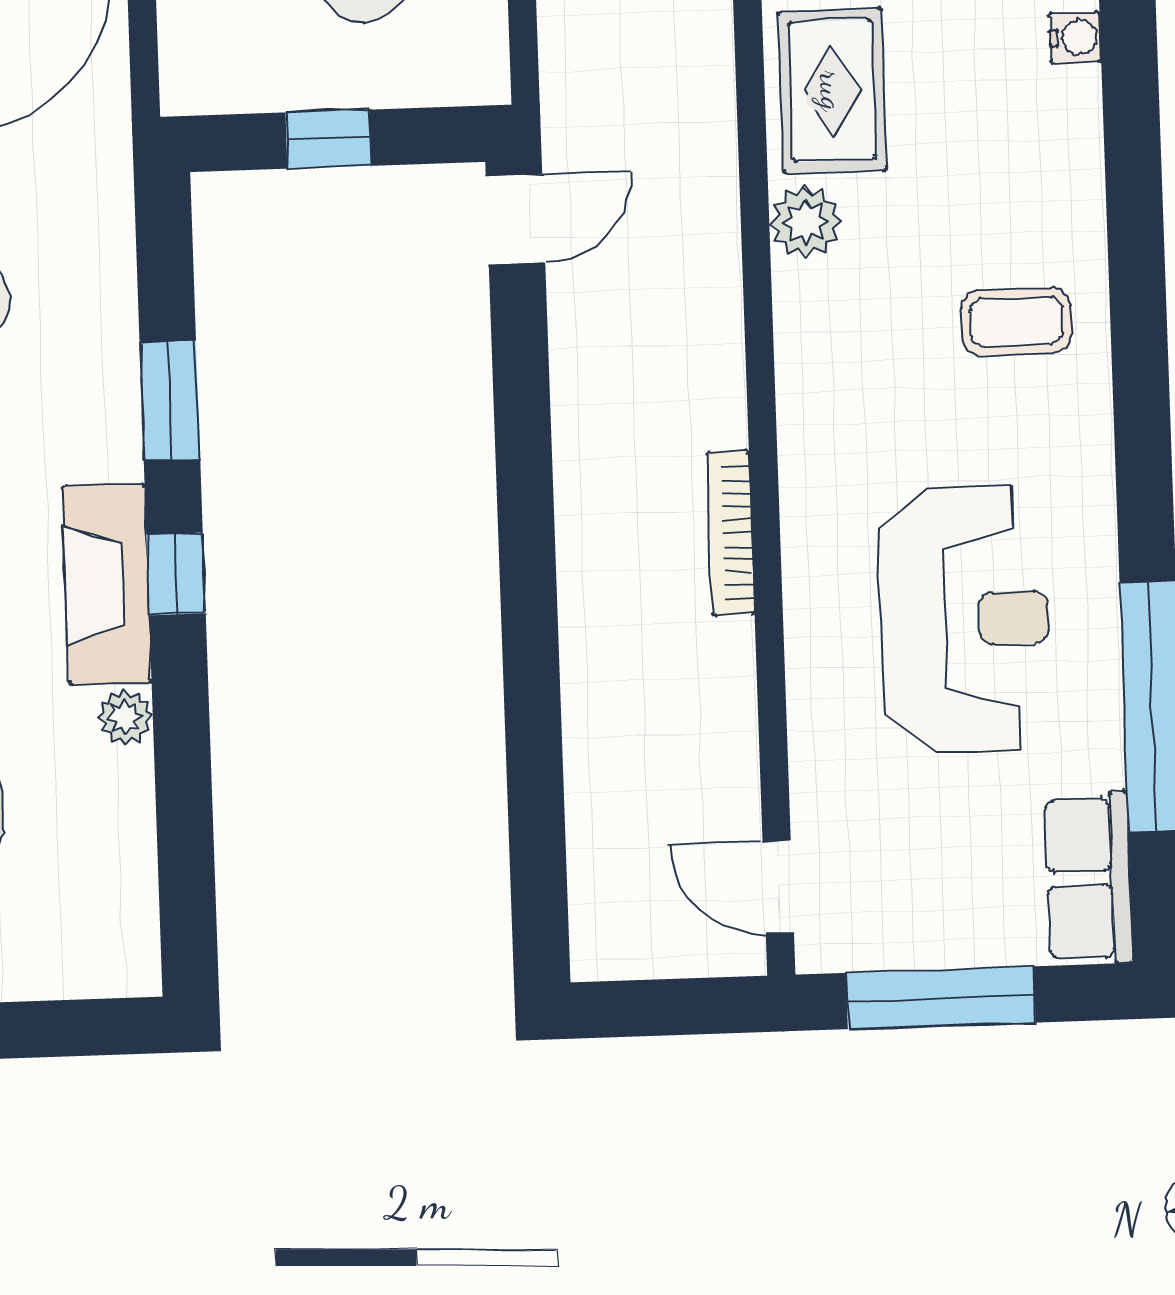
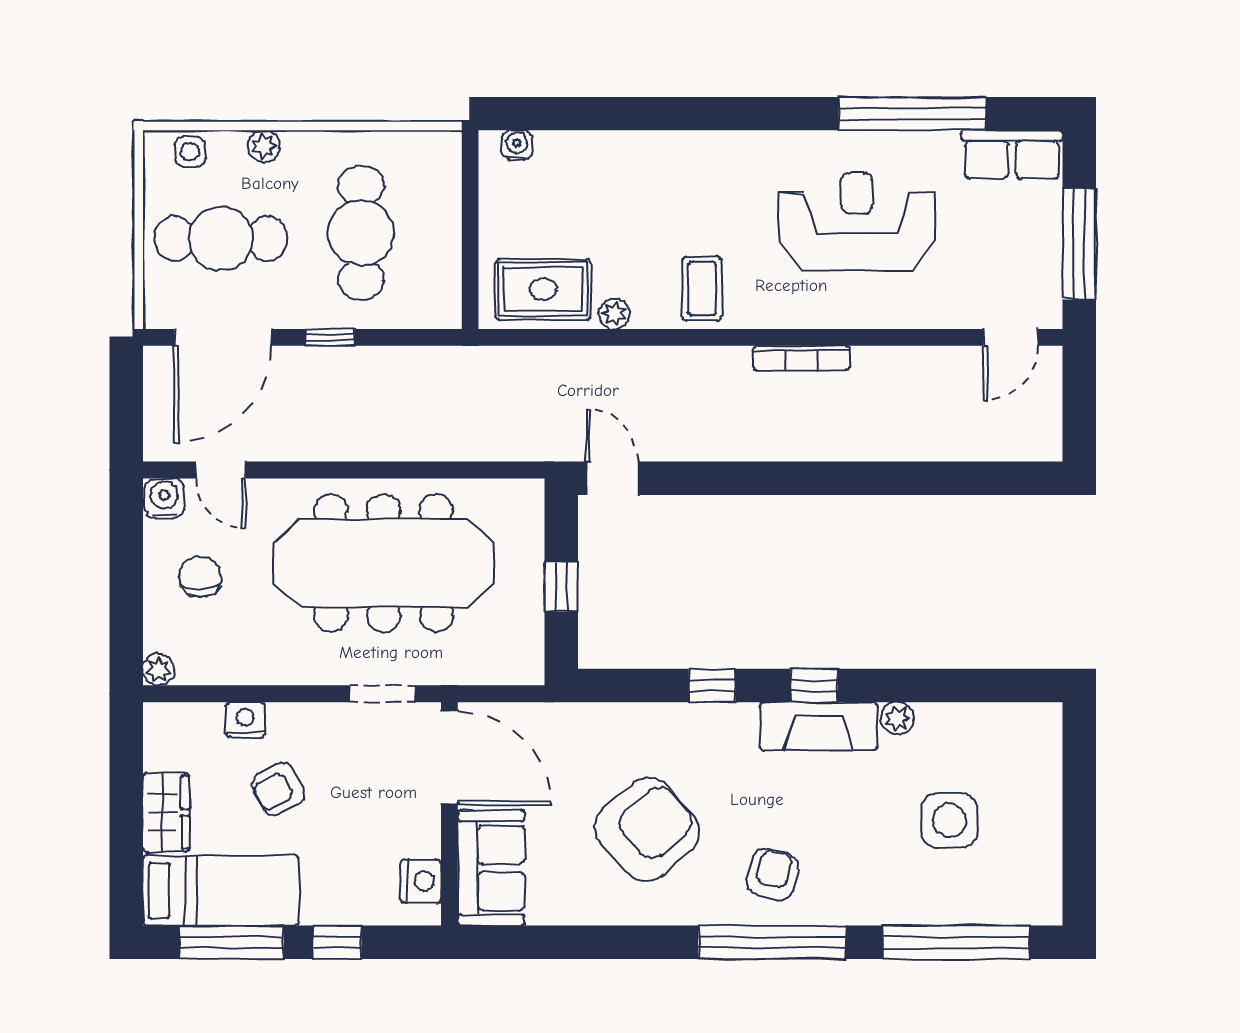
plant: (805, 222) -> (614, 314), width x0.73, depth x0.73
coffee table: (1016, 322) -> (702, 289), moved
window: (170, 401) -> (712, 685), width x0.67

